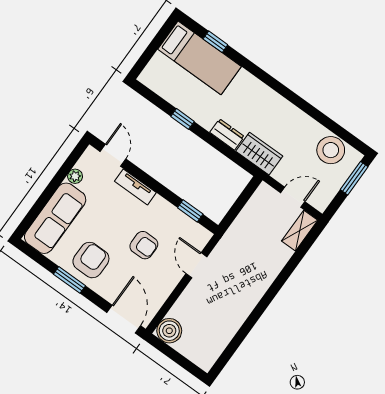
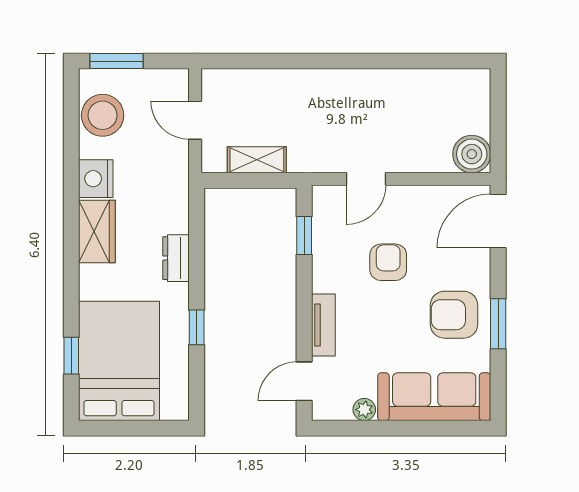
bed: (199, 58) -> (119, 361), width x1.50
nightstand: (300, 122) -> (96, 179), added
wardrobe: (259, 154) -> (97, 231), moved, turned 180
shelving: (300, 231) -> (257, 160), moved

